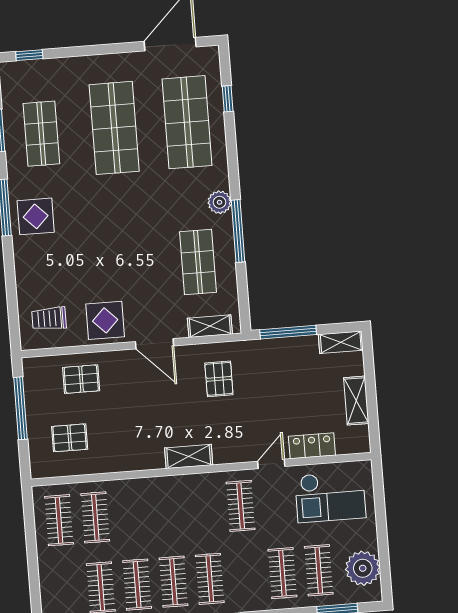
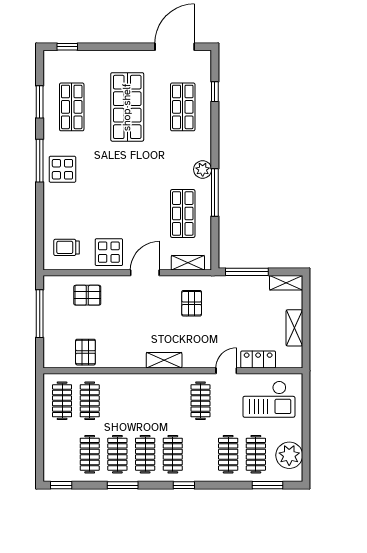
shop shelf: (187, 122) -> (183, 107), width x0.70, depth x0.74
door: (155, 344) -> (145, 273), swing flipped
pallet: (70, 438) -> (85, 352), moved, turned 90

